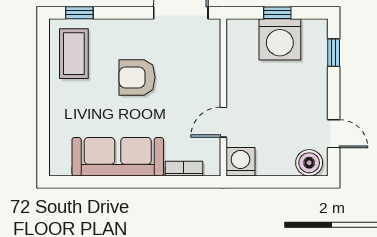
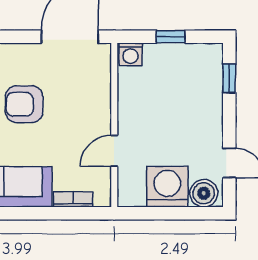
washing machine: (280, 39) -> (130, 54), moved, width x0.53, depth x0.53
washing machine: (240, 162) -> (167, 187), moved, width x1.37, depth x1.37

